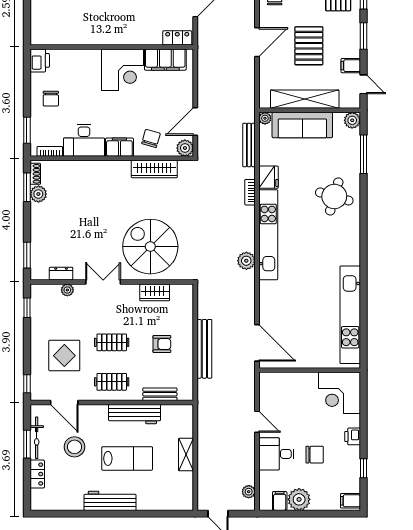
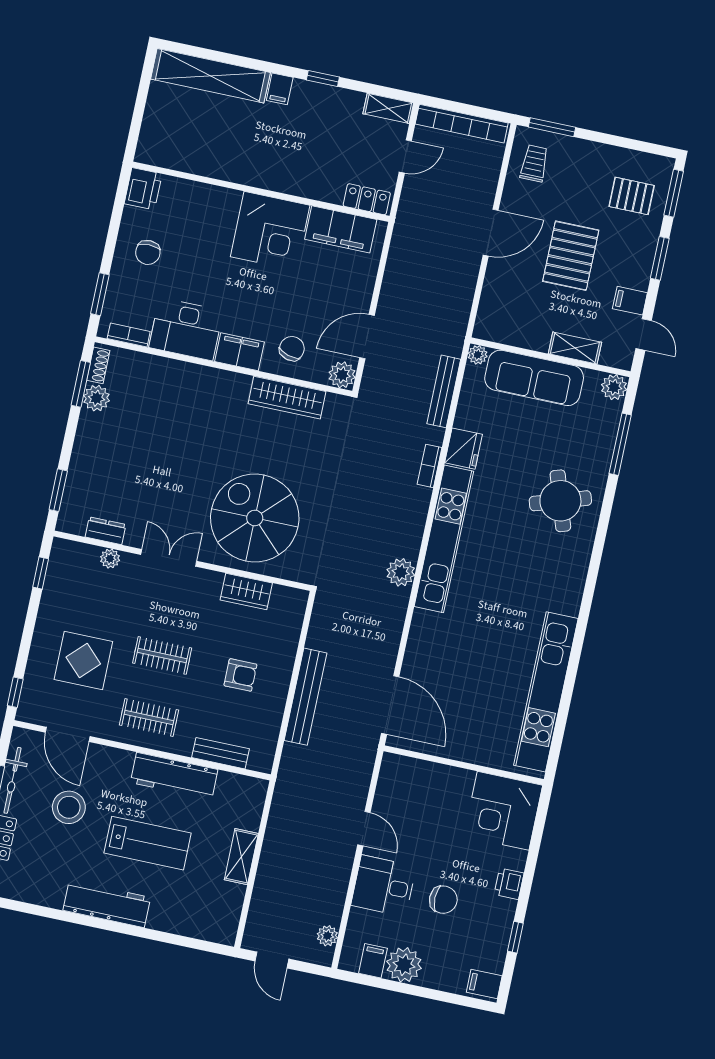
shelving: (305, 99) -> (575, 348), width x0.45, depth x0.75
round table: (334, 196) -> (560, 501), turned -34

